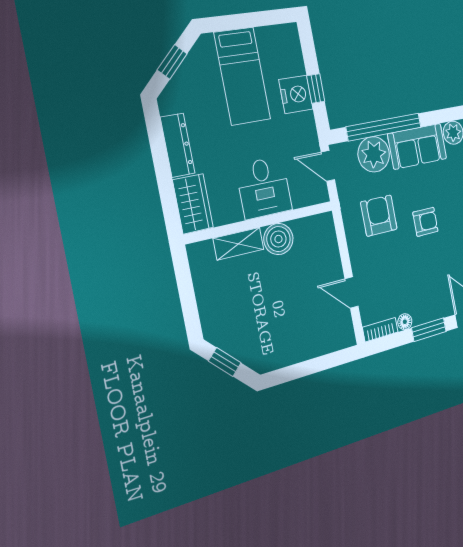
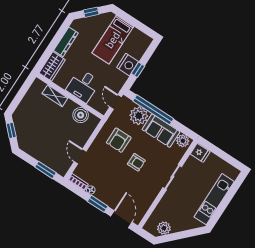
armchair: (379, 216) -> (119, 140), turned 180
boiler: (278, 239) -> (81, 115), moved
window: (325, 362) -> (46, 170), added

